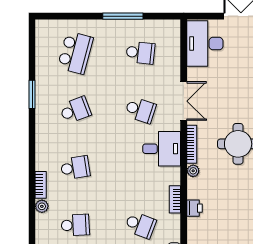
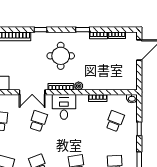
double door: (184, 101) -> (32, 92), swing flipped
printer: (195, 208) -> (104, 85), removed

